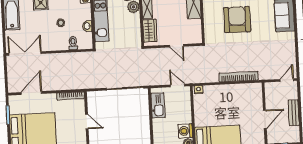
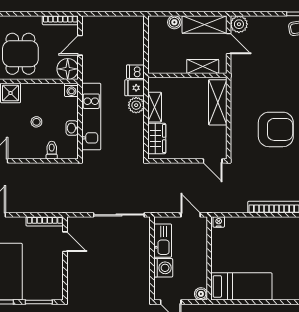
armchair: (237, 19) -> (276, 129), turned 90
door: (177, 46) -> (213, 161), moved
door: (87, 121) -> (65, 242), moved
washing machine: (185, 131) -> (163, 268), moved, turned 180

